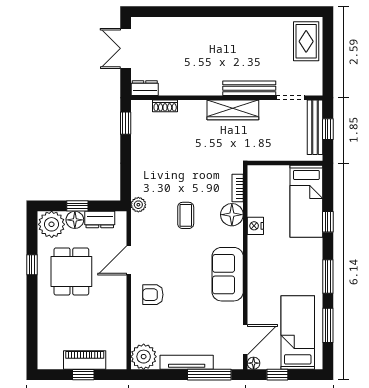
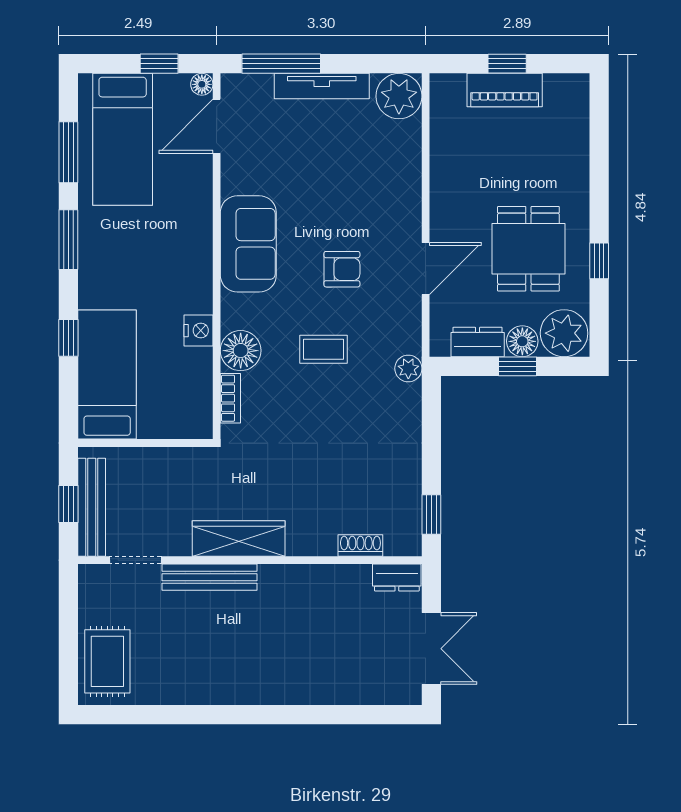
coffee table: (186, 215) -> (323, 349), turned 90
armchair: (153, 295) -> (342, 269), moved

